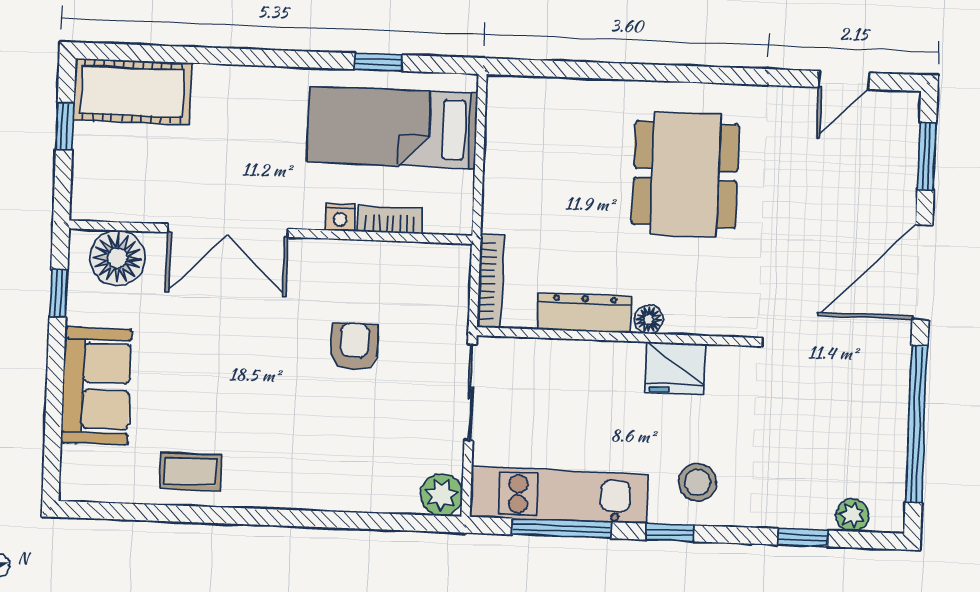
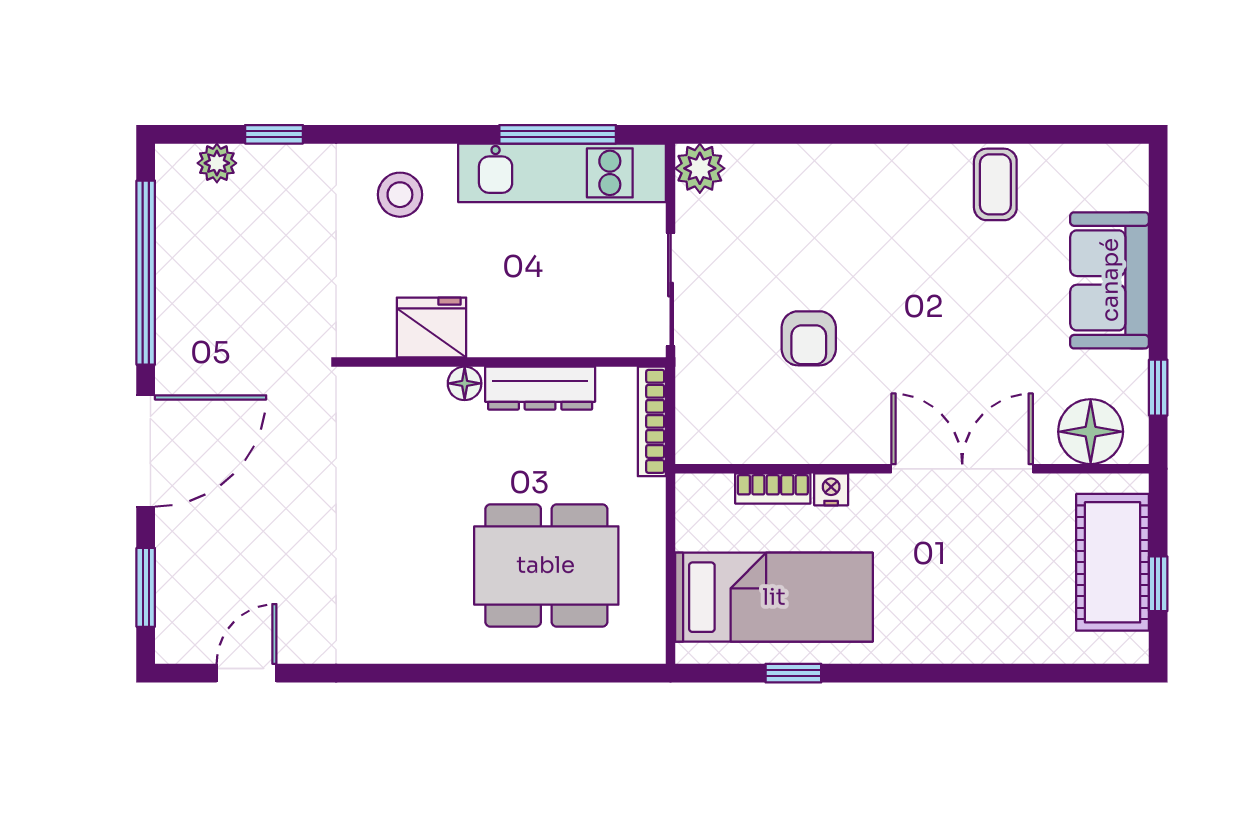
cot: (132, 92) -> (1113, 562), moved, turned 90
dining table: (685, 174) -> (546, 565), moved, turned 90
coffee table: (190, 471) -> (995, 184), turned 90
window: (670, 533) -> (430, 134), removed

